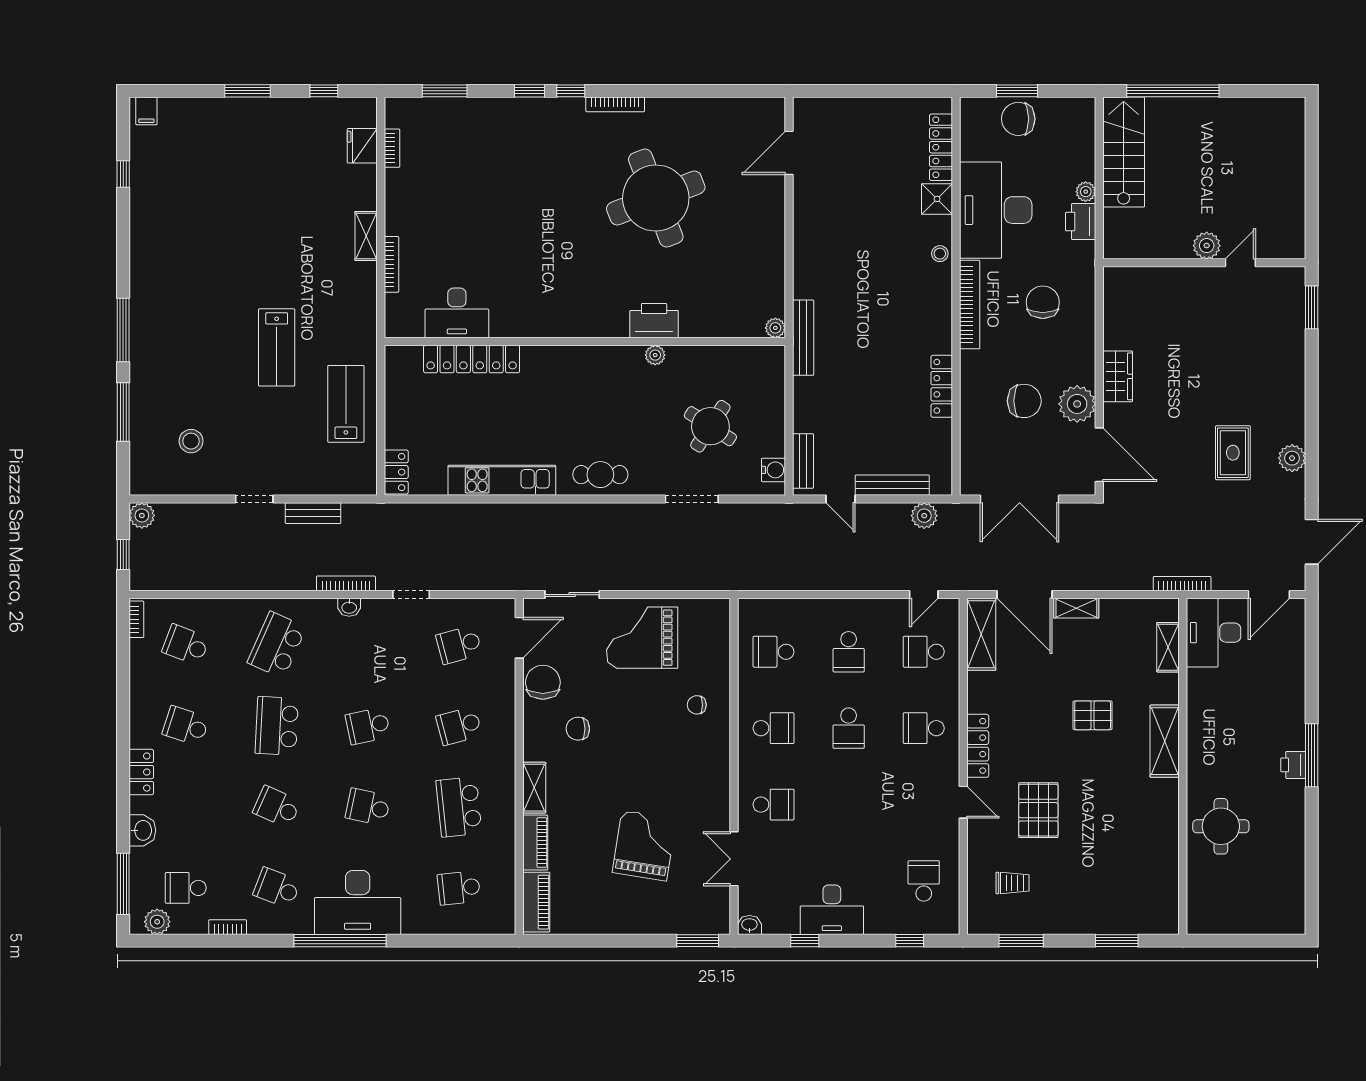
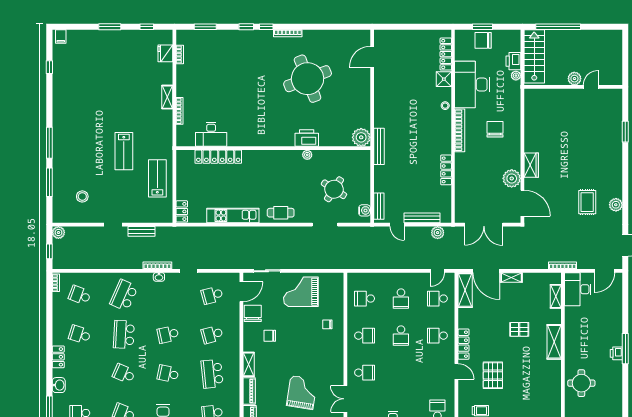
printer: (1081, 222) -> (513, 61), moved
plant: (1207, 246) -> (574, 79), moved
wall: (1204, 263) -> (573, 87), moved
door: (1240, 263) -> (591, 87), moved
plant: (775, 328) -> (361, 137), width x1.87, depth x1.87
chair: (1024, 401) -> (486, 177), removed

